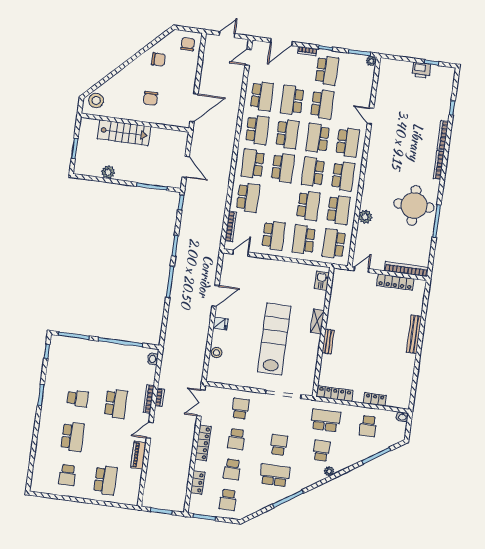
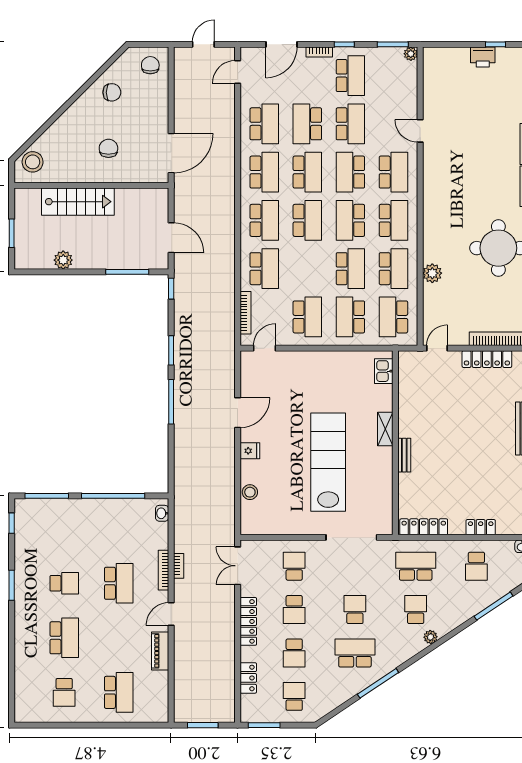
chair: (151, 98) -> (108, 148), turned 180
school desk: (253, 164) -> (264, 220), turned 180
school desk: (228, 500) -> (294, 696), turned 180

